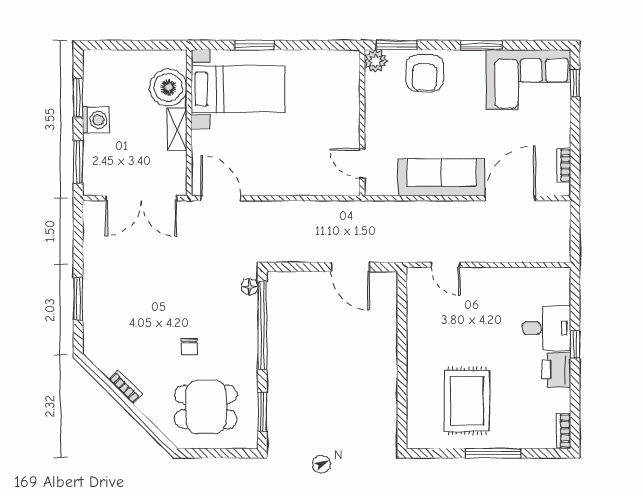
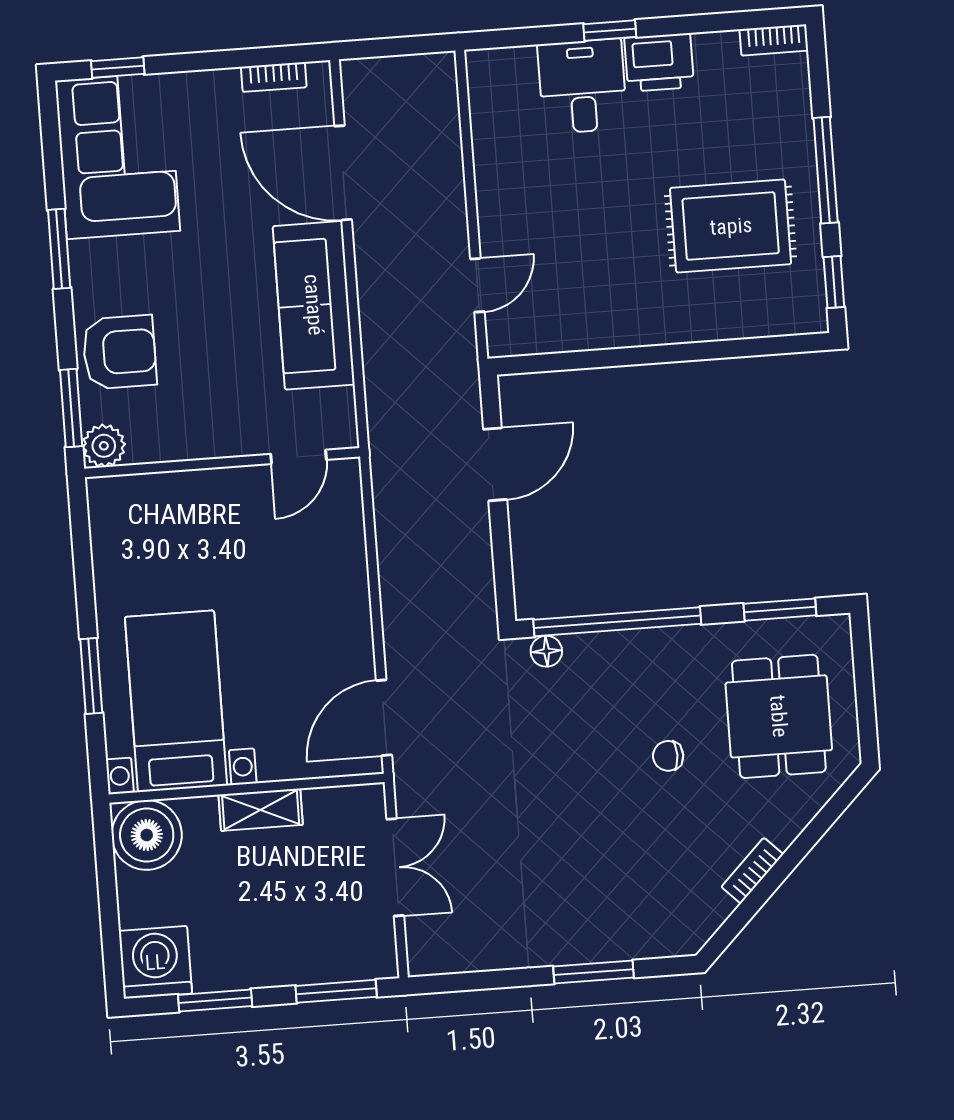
boiler: (168, 87) -> (147, 835), moved
washing machine: (96, 120) -> (155, 962), moved, width x1.37, depth x1.37
double door: (141, 198) -> (395, 867), width x0.73
chair: (189, 347) -> (668, 756), turned 180
window: (433, 453) -> (834, 282), added

